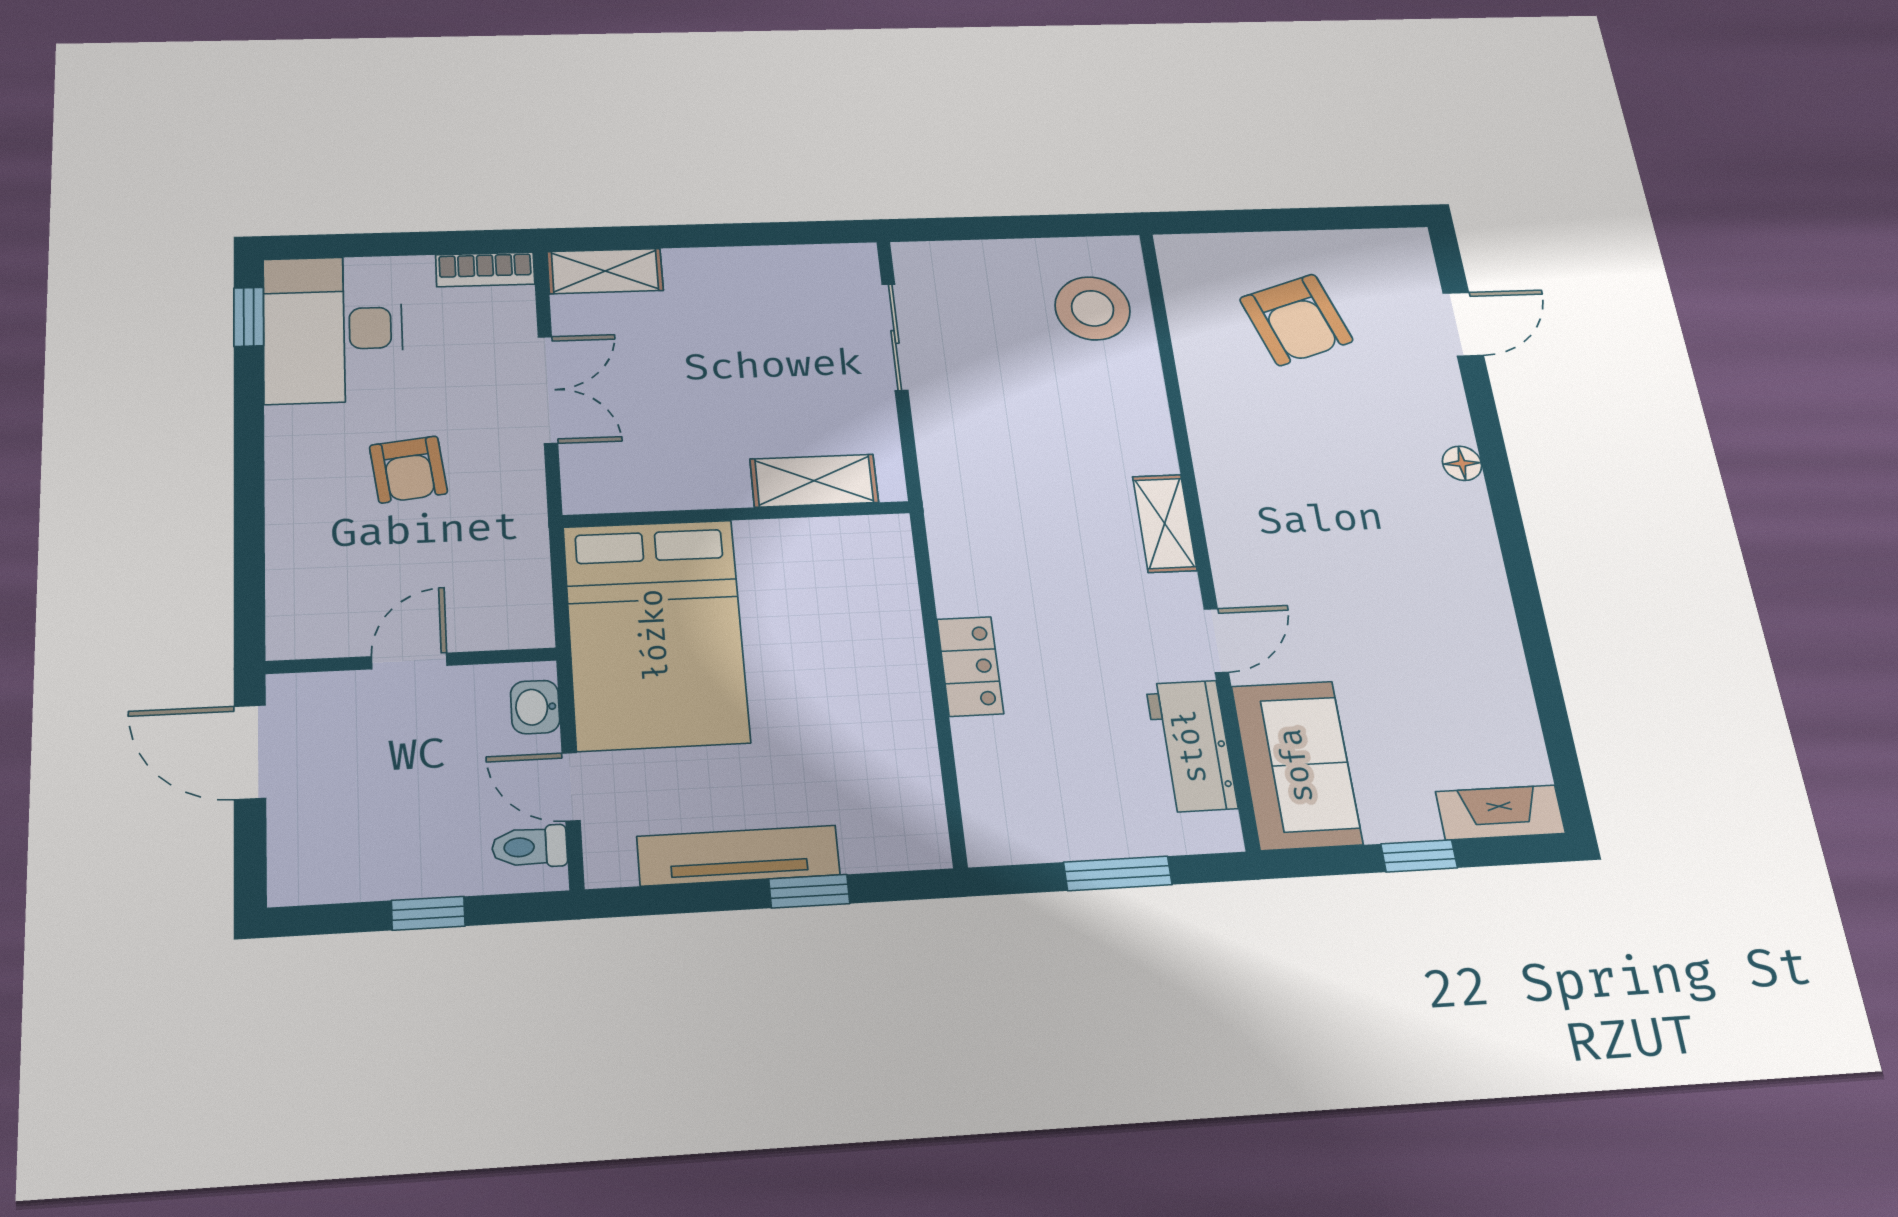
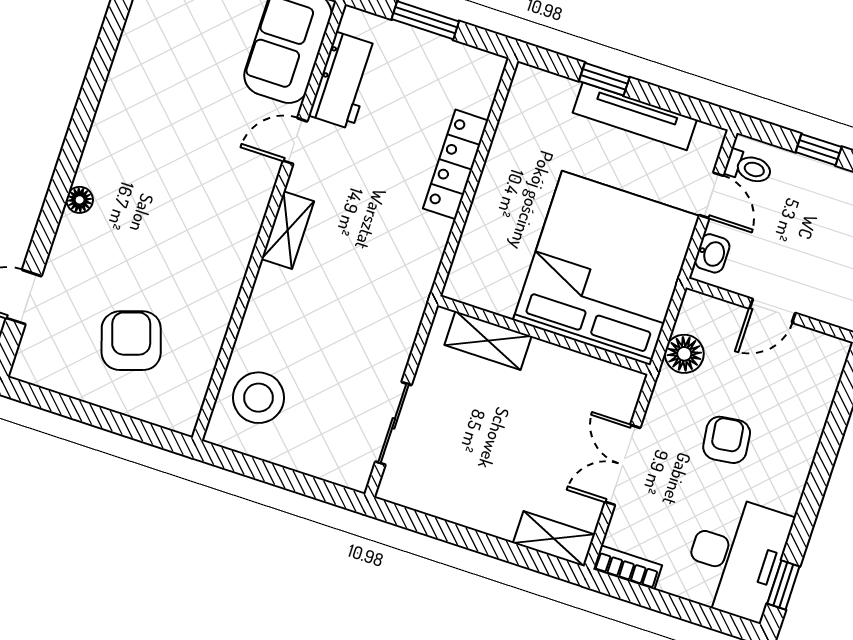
floor lamp: (520, 559) -> (684, 354), added
bed: (655, 634) -> (606, 268), width x1.36
locker: (970, 666) -> (456, 164), width x1.53

